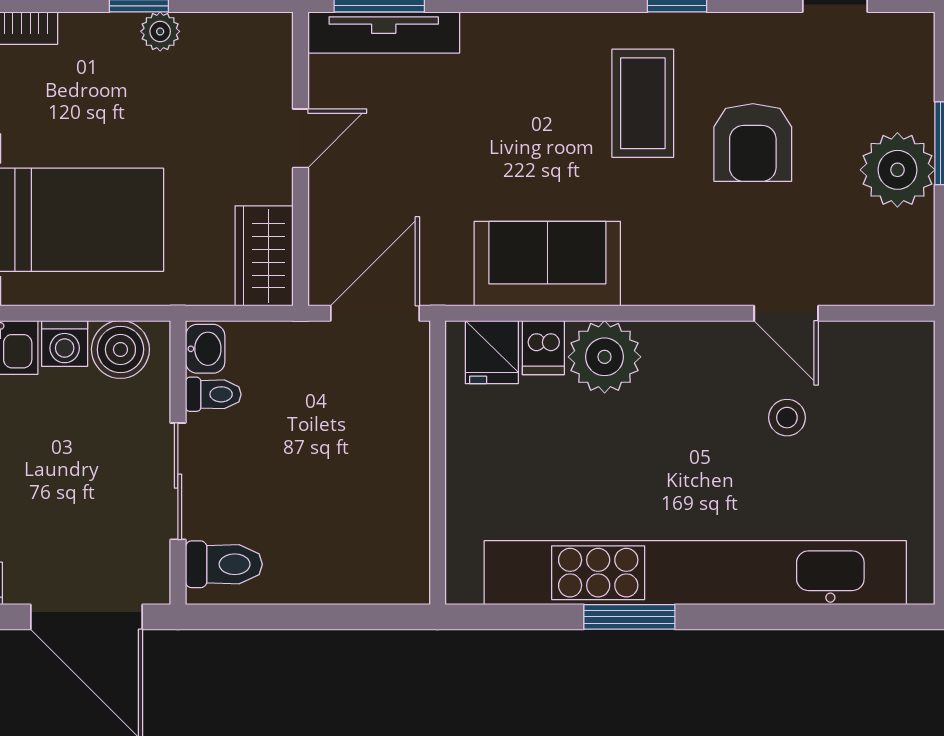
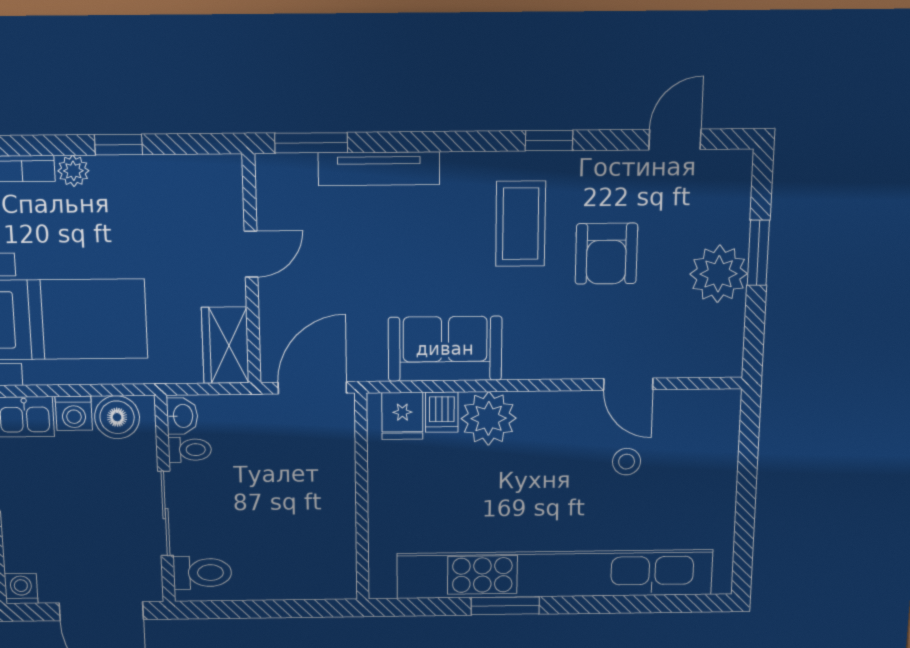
plant: (160, 31) -> (73, 171), moved
tv unit: (384, 32) -> (379, 169), moved

